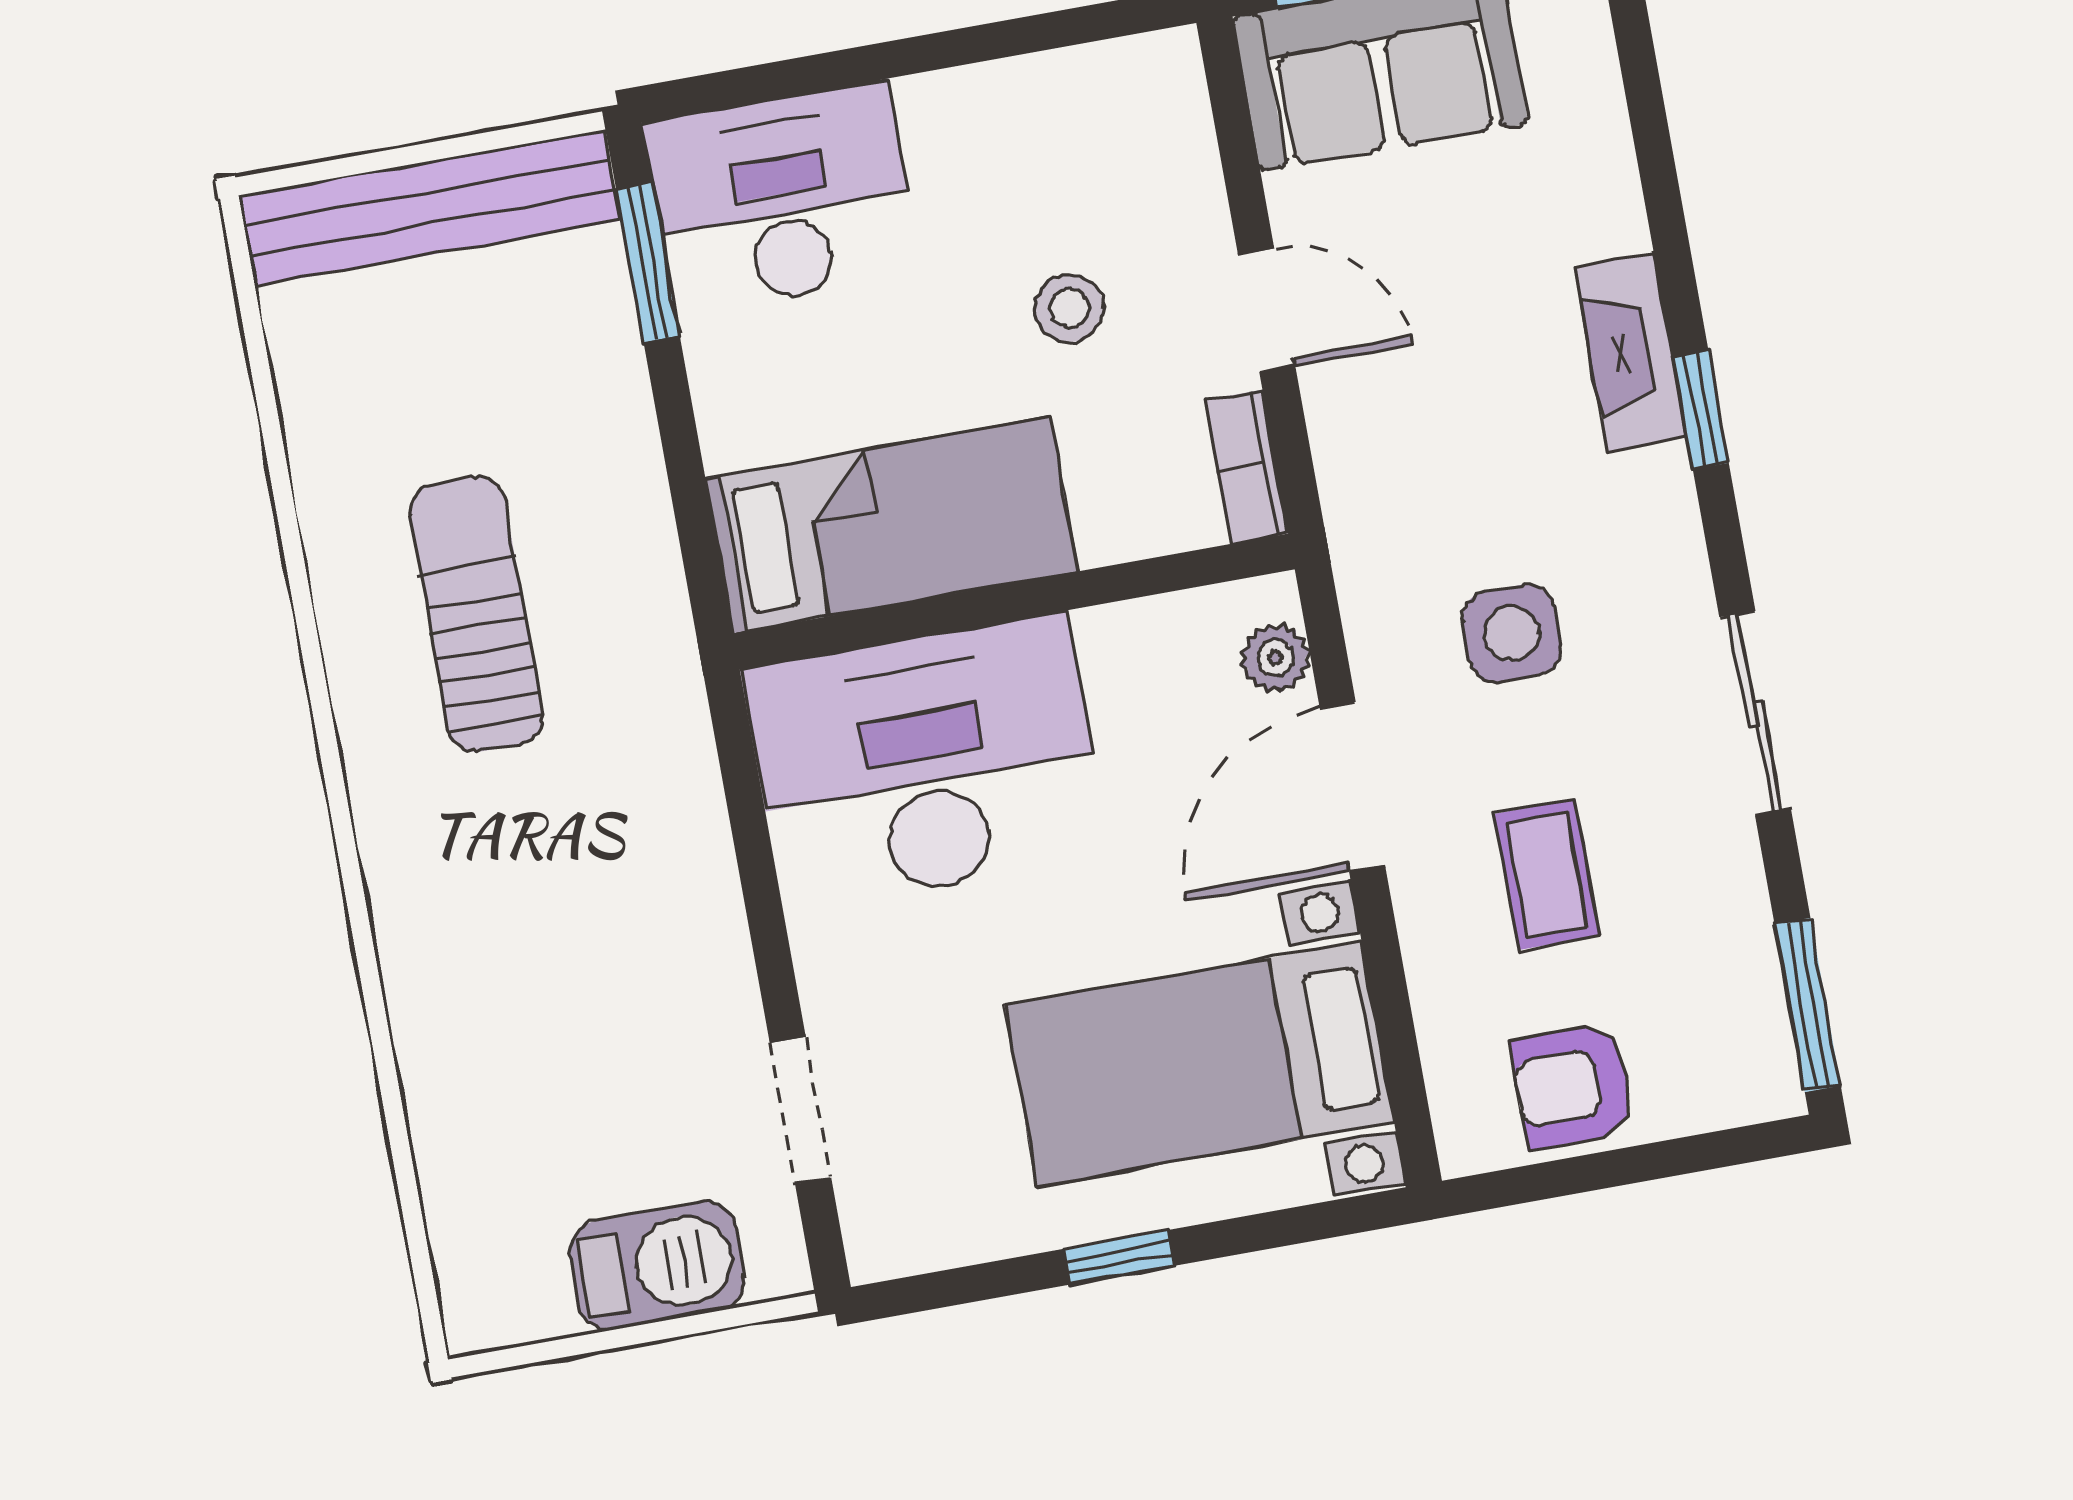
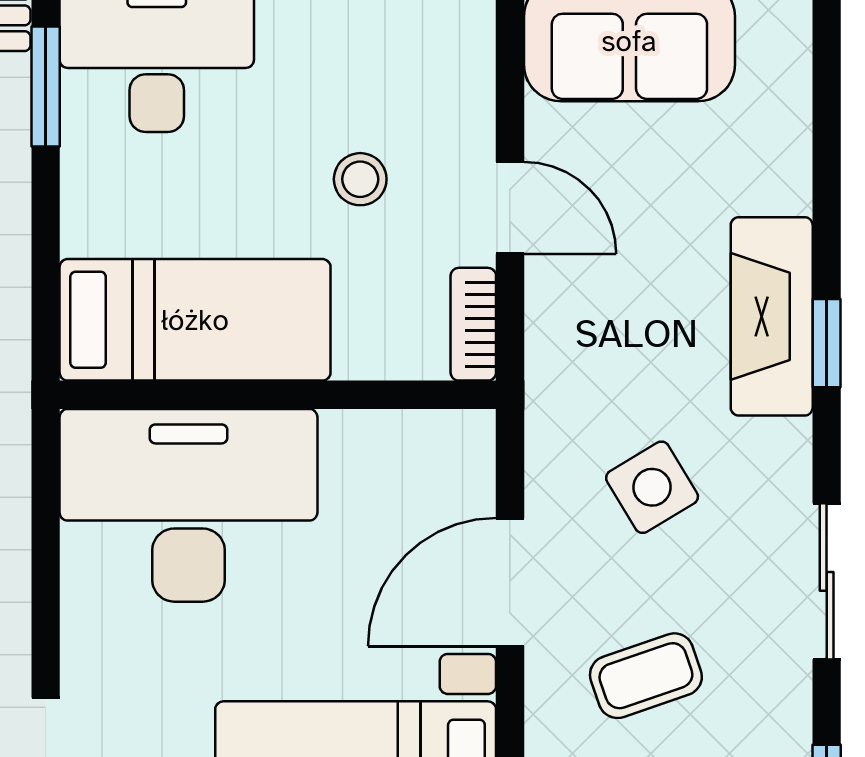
fireplace: (1631, 352) -> (772, 316), width x1.37, depth x1.32
side table: (1511, 633) -> (652, 487), turned -31
plant: (1276, 658) -> (469, 474), removed
coffee table: (1547, 875) -> (646, 676), turned 71

